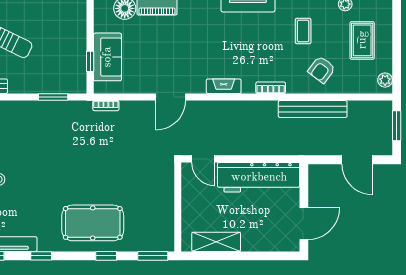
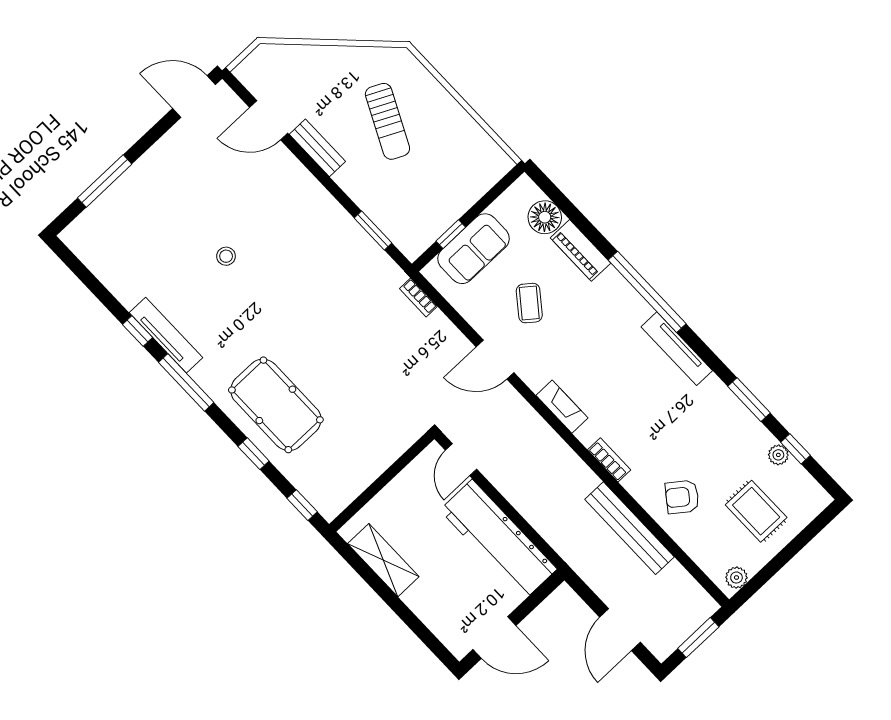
coffee table: (303, 31) -> (529, 303), moved, turned -52
rug: (362, 40) -> (756, 511), turned 90
window: (41, 256) -> (186, 382), width x2.17
window: (153, 256) -> (302, 505), width x0.67

